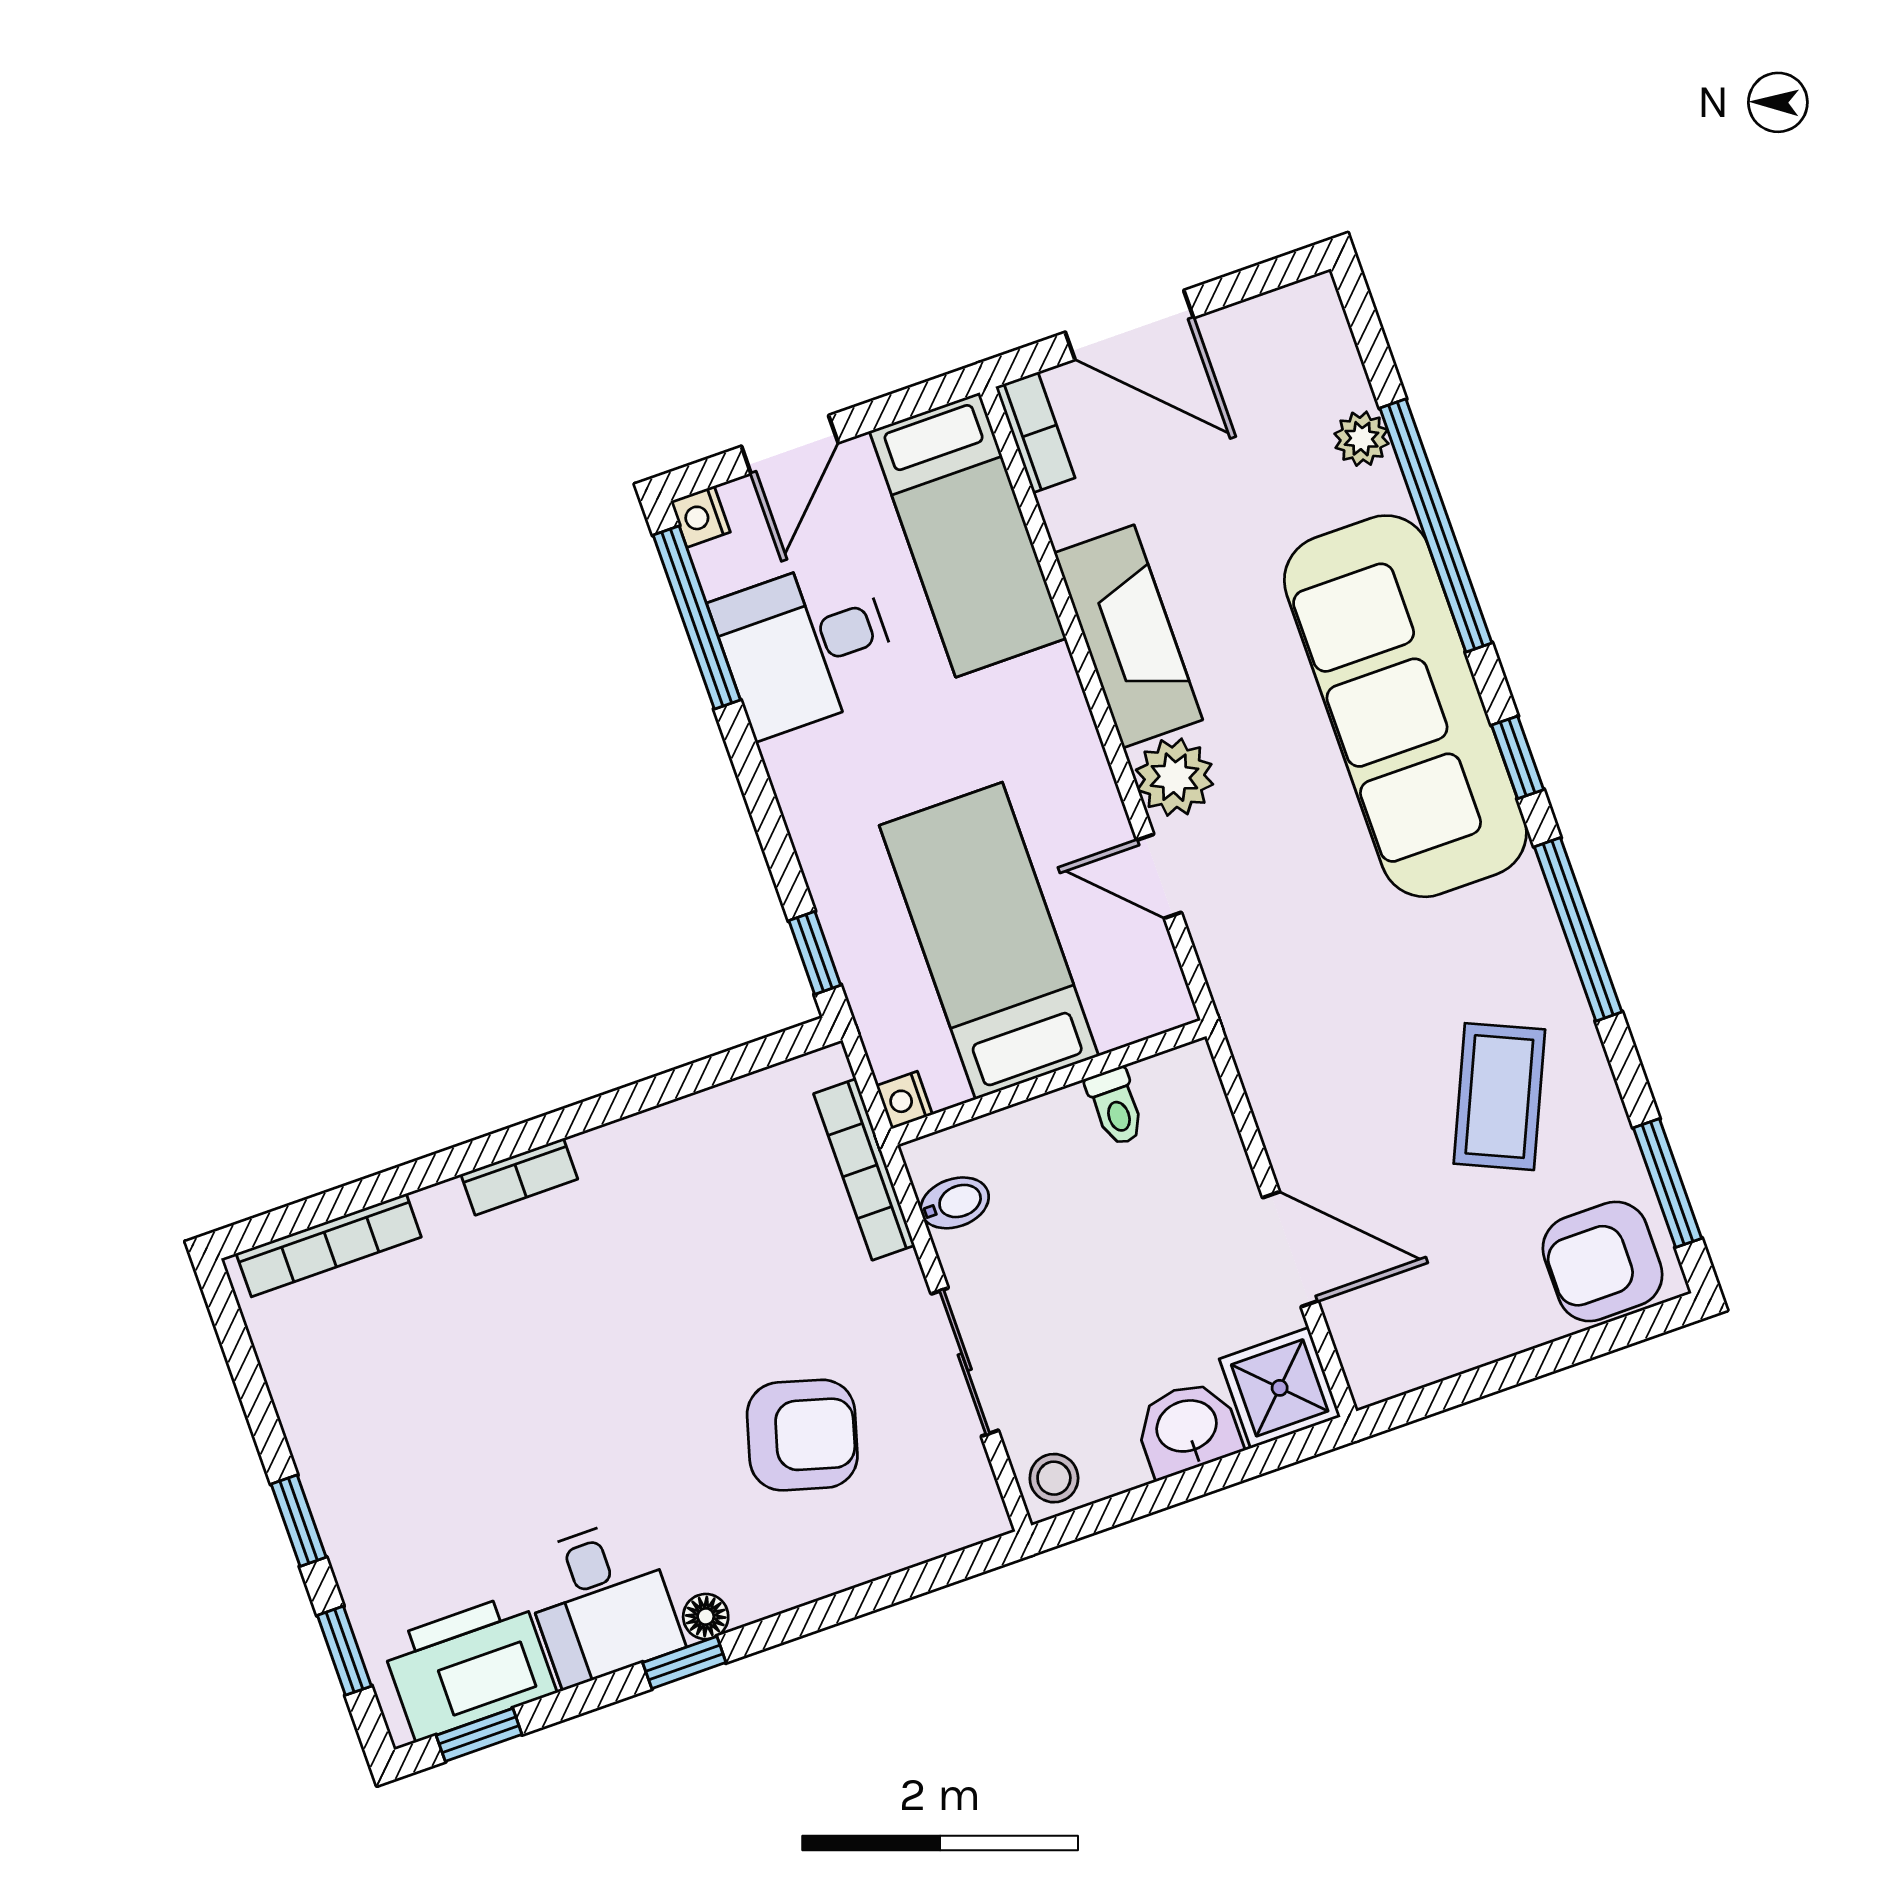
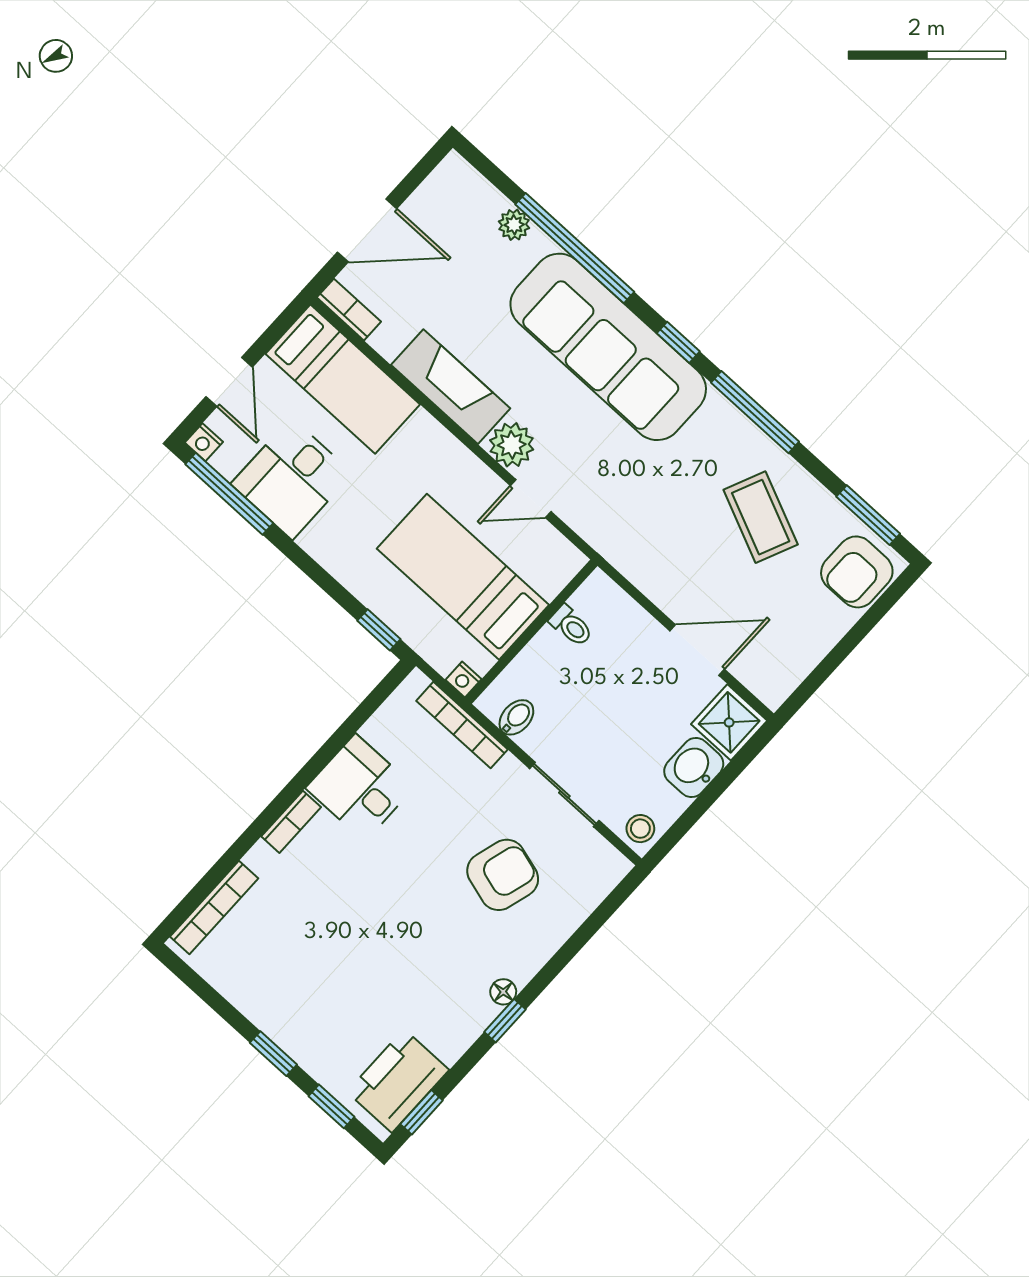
desk: (601, 1602) -> (360, 788), moved, turned 180

